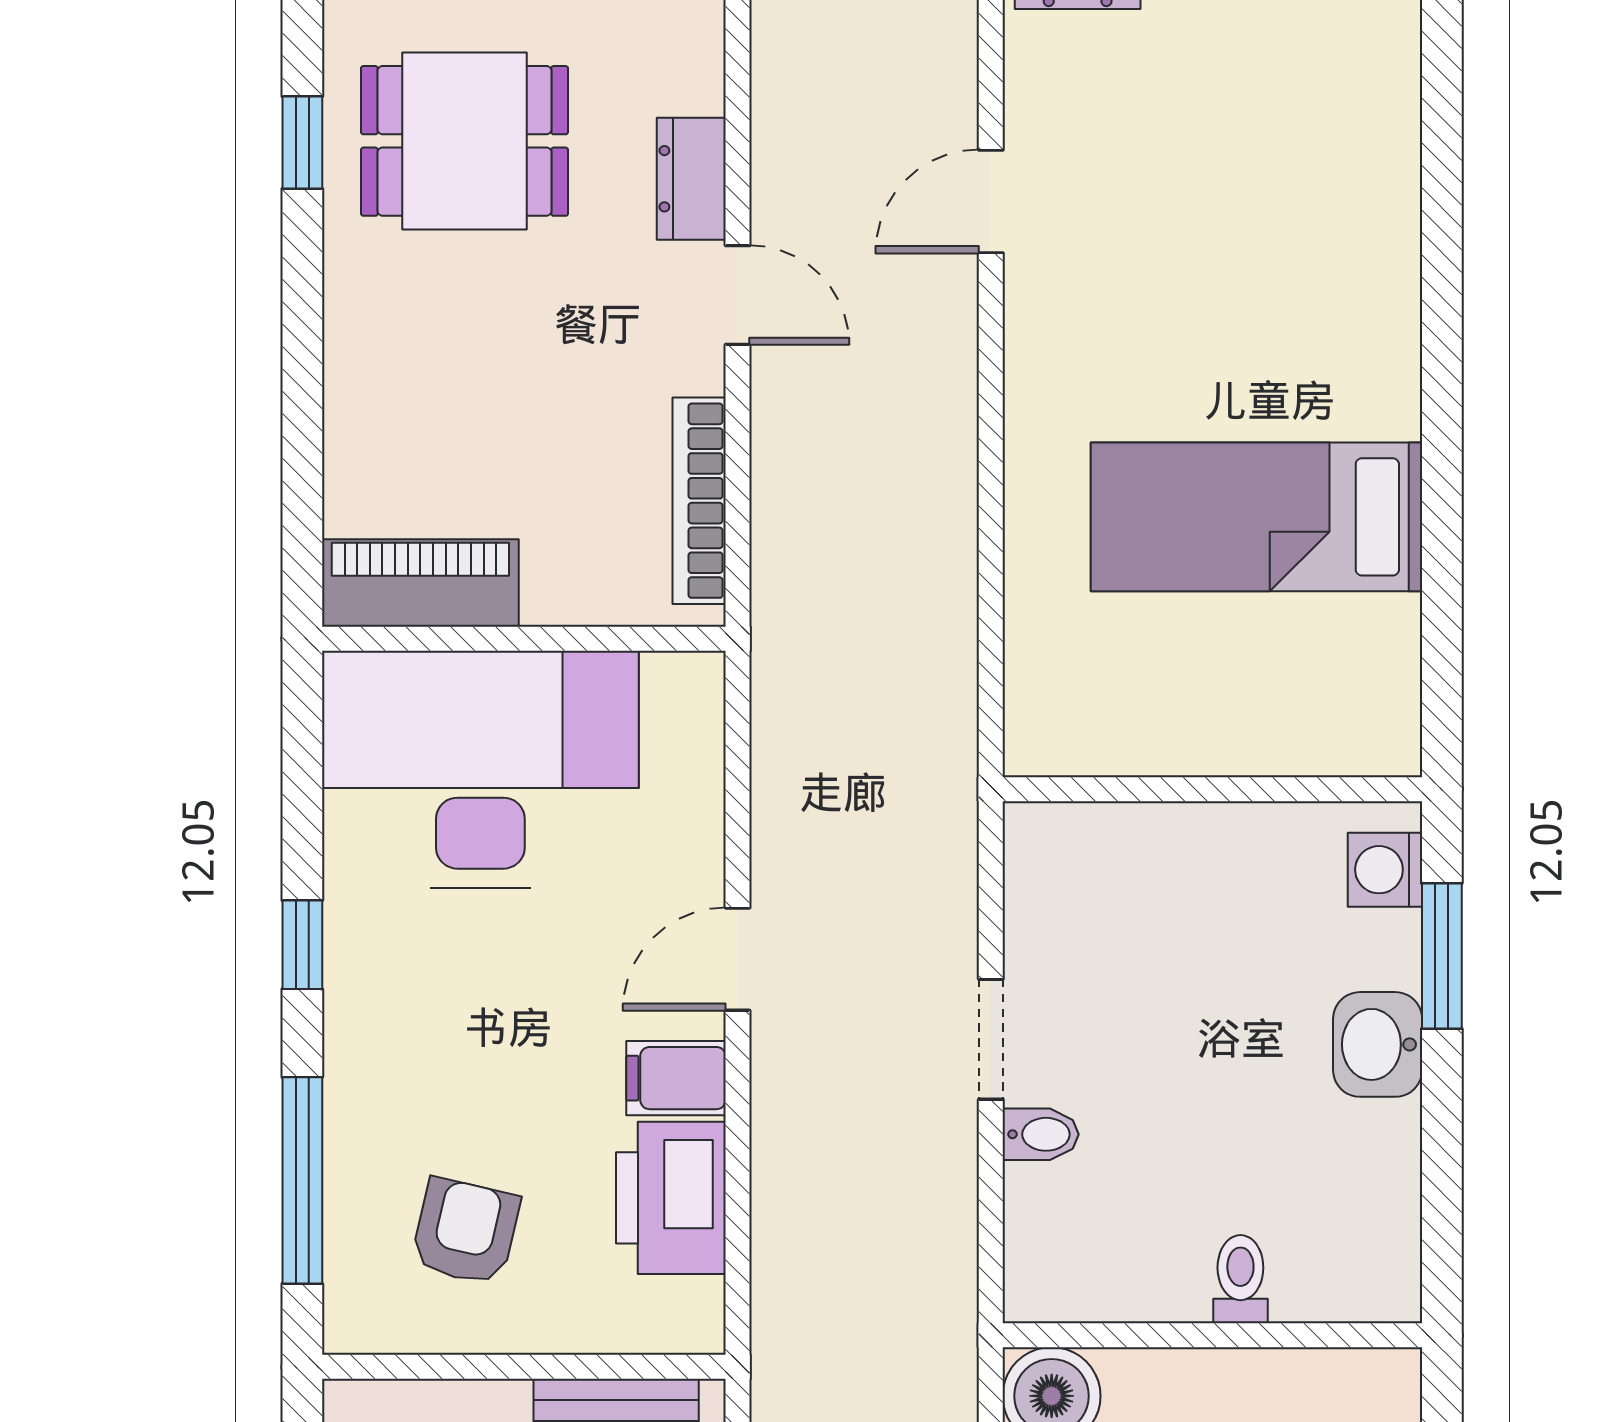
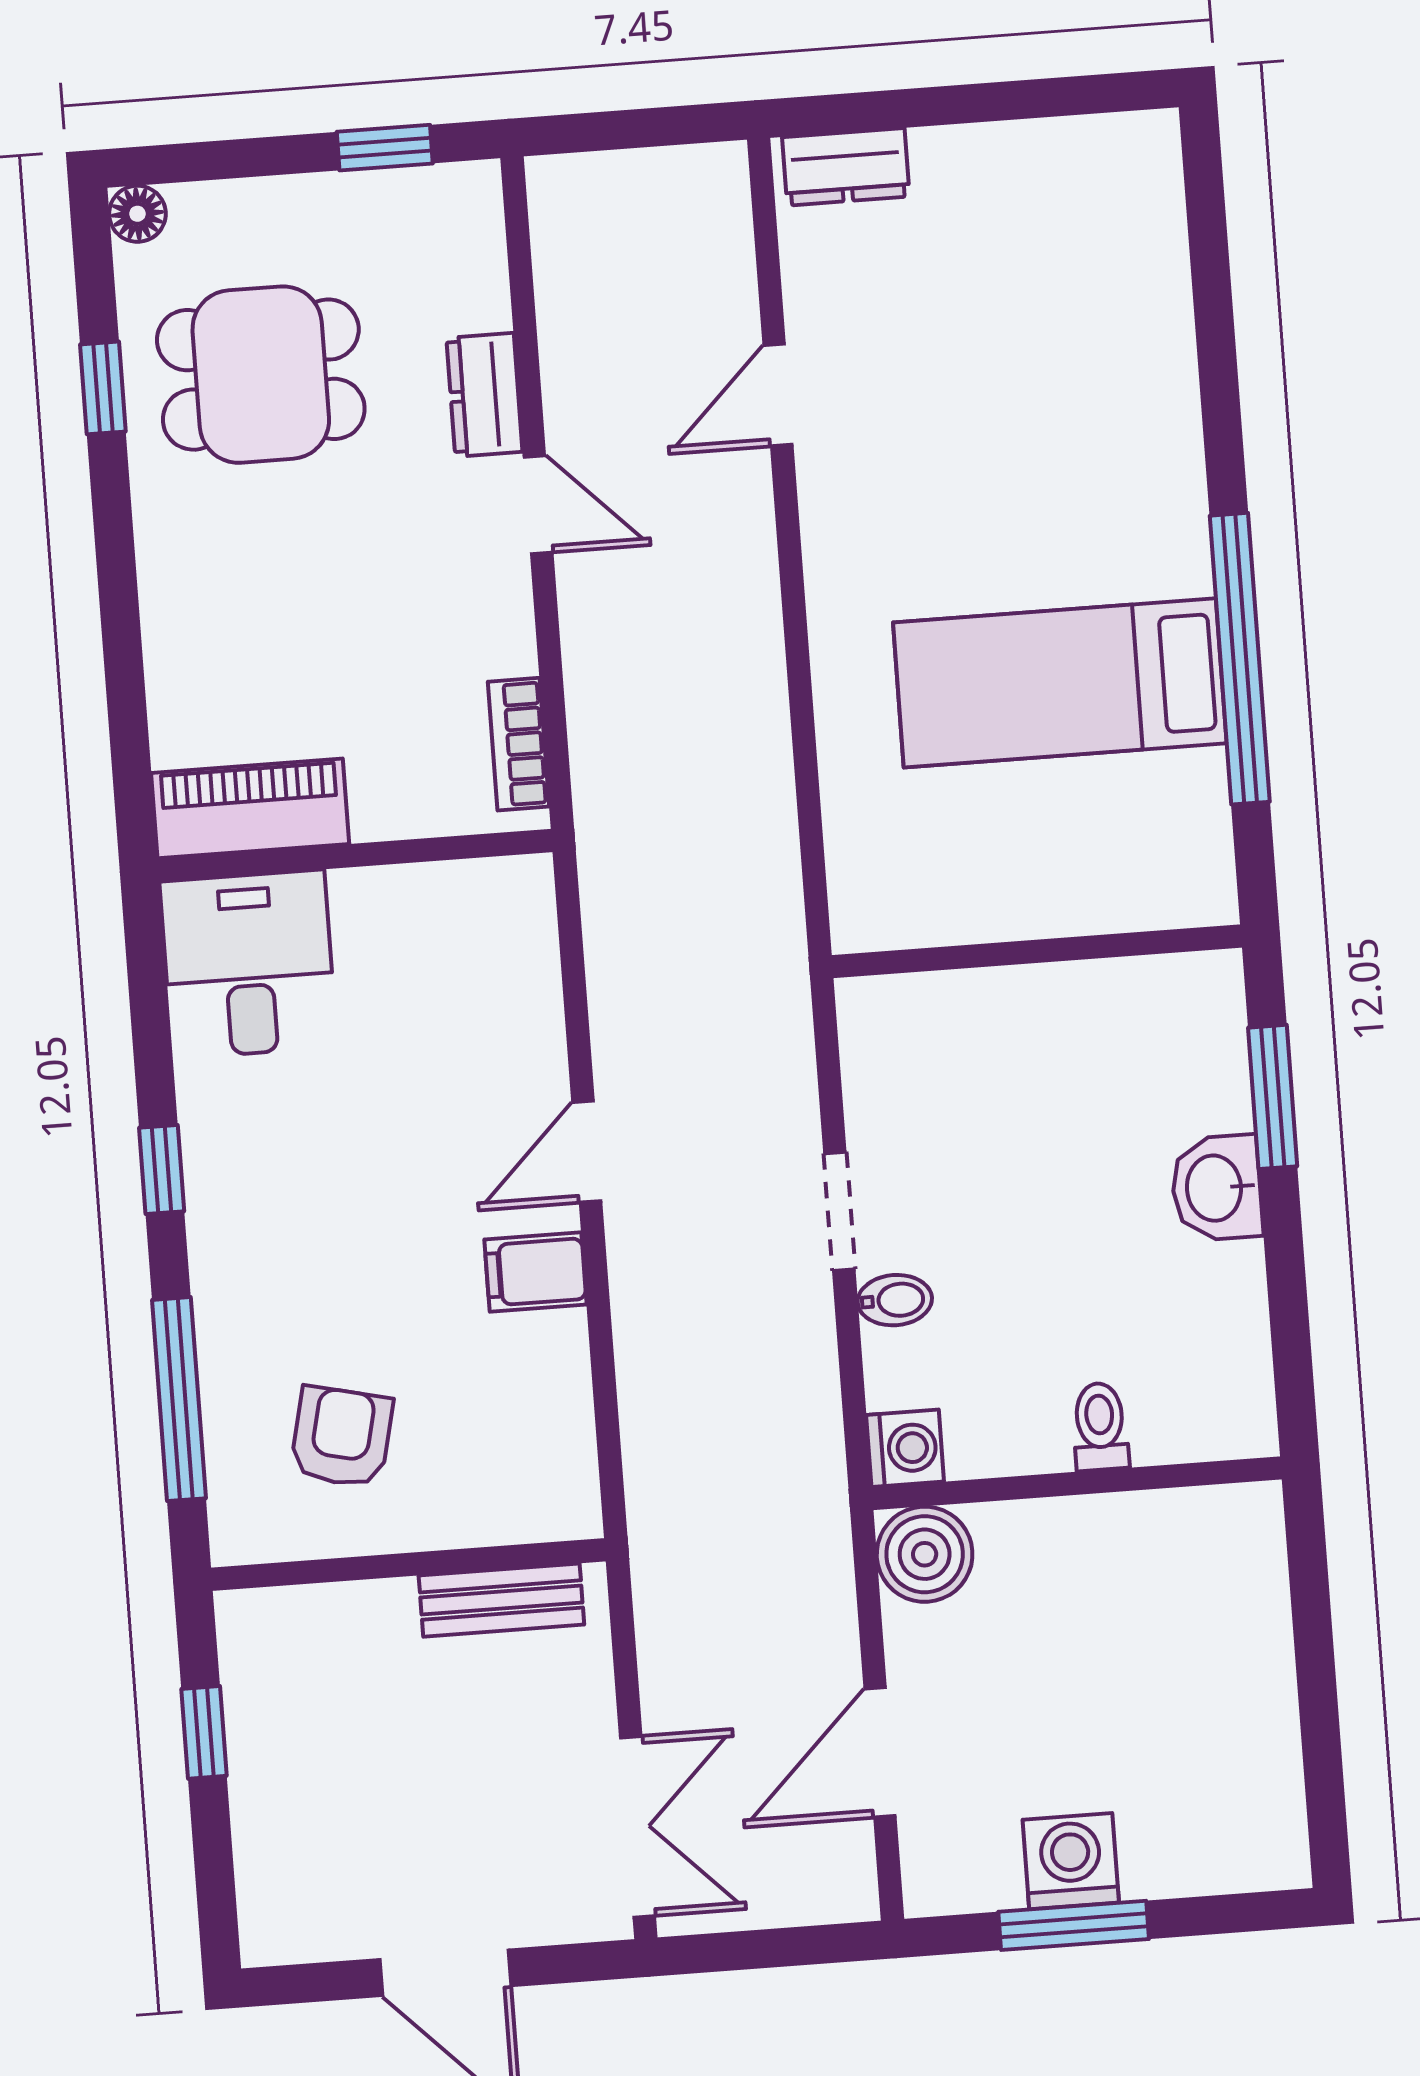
bookcase: (699, 501) -> (519, 744), width x0.64
window: (1442, 506) -> (1240, 659), added
desk: (480, 769) -> (248, 964), width x0.53, depth x0.77
washing machine: (1385, 870) -> (905, 1448), moved, turned 180
printer: (671, 1198) -> (539, 1389), removed

